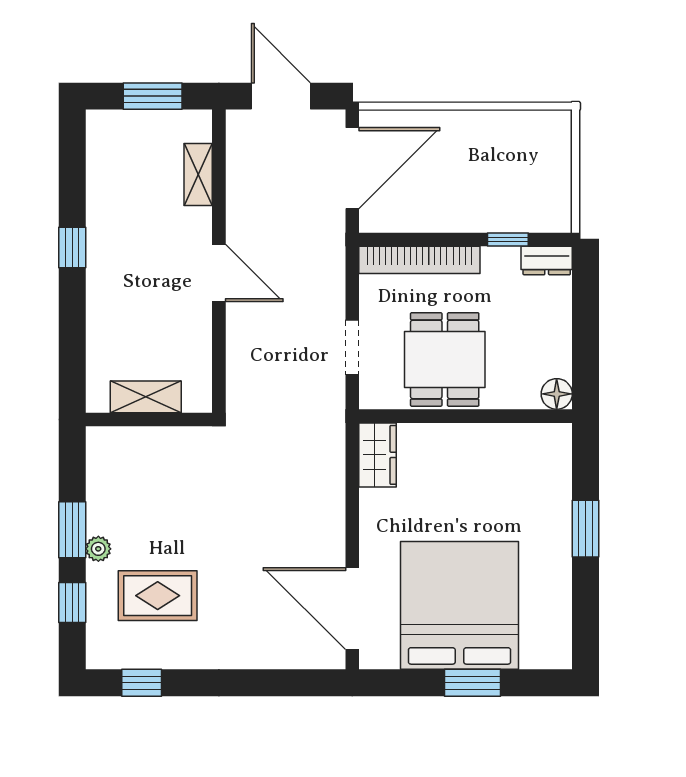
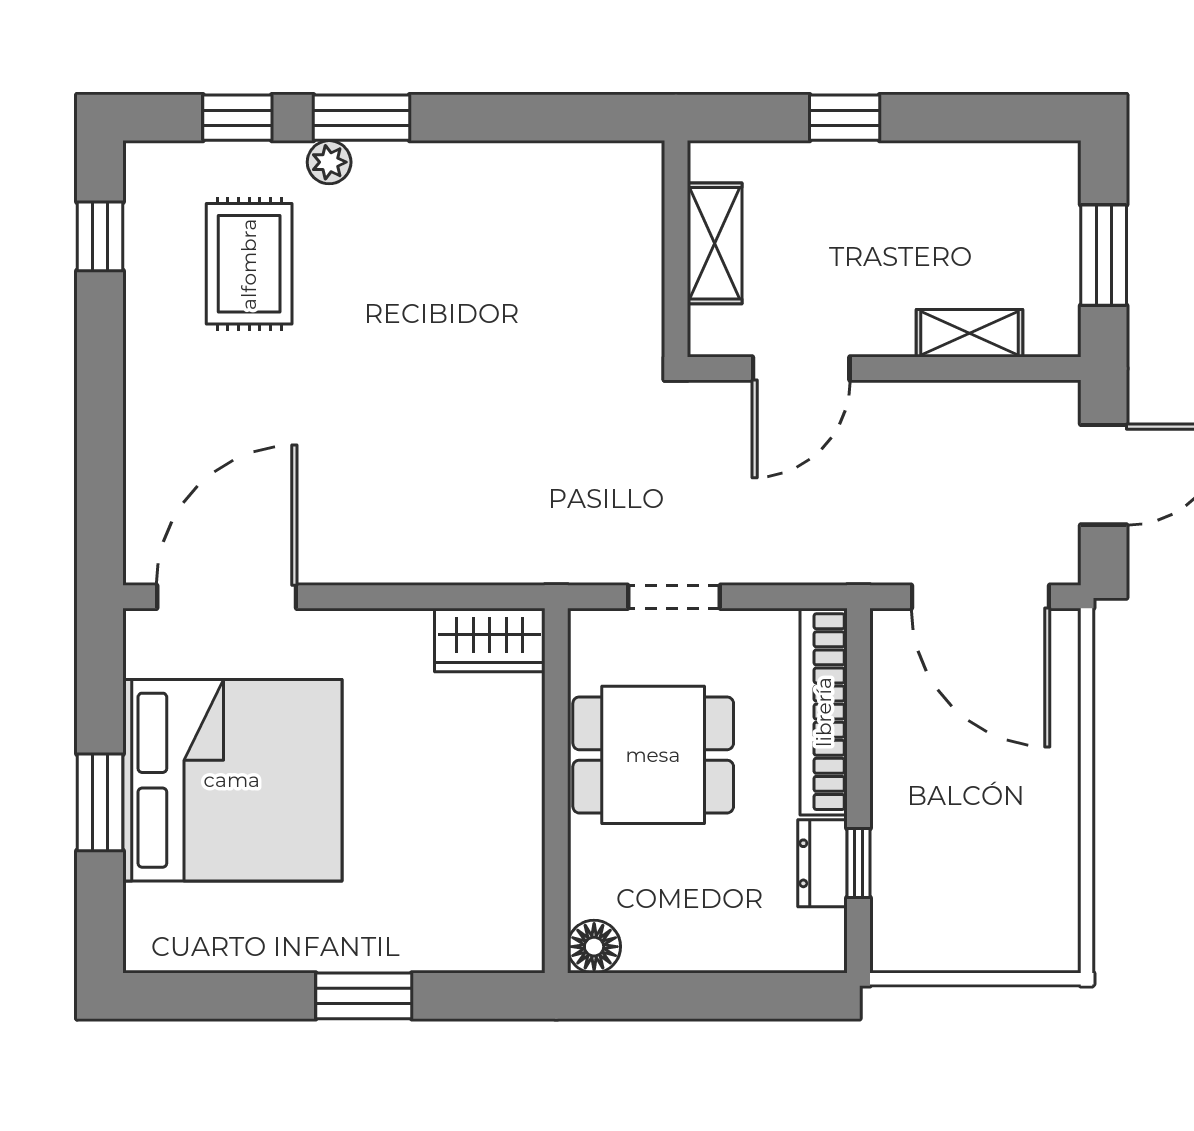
dresser: (547, 260) -> (822, 863), moved
shelving: (146, 397) -> (715, 243), moved
wall: (149, 419) -> (676, 249), moved

